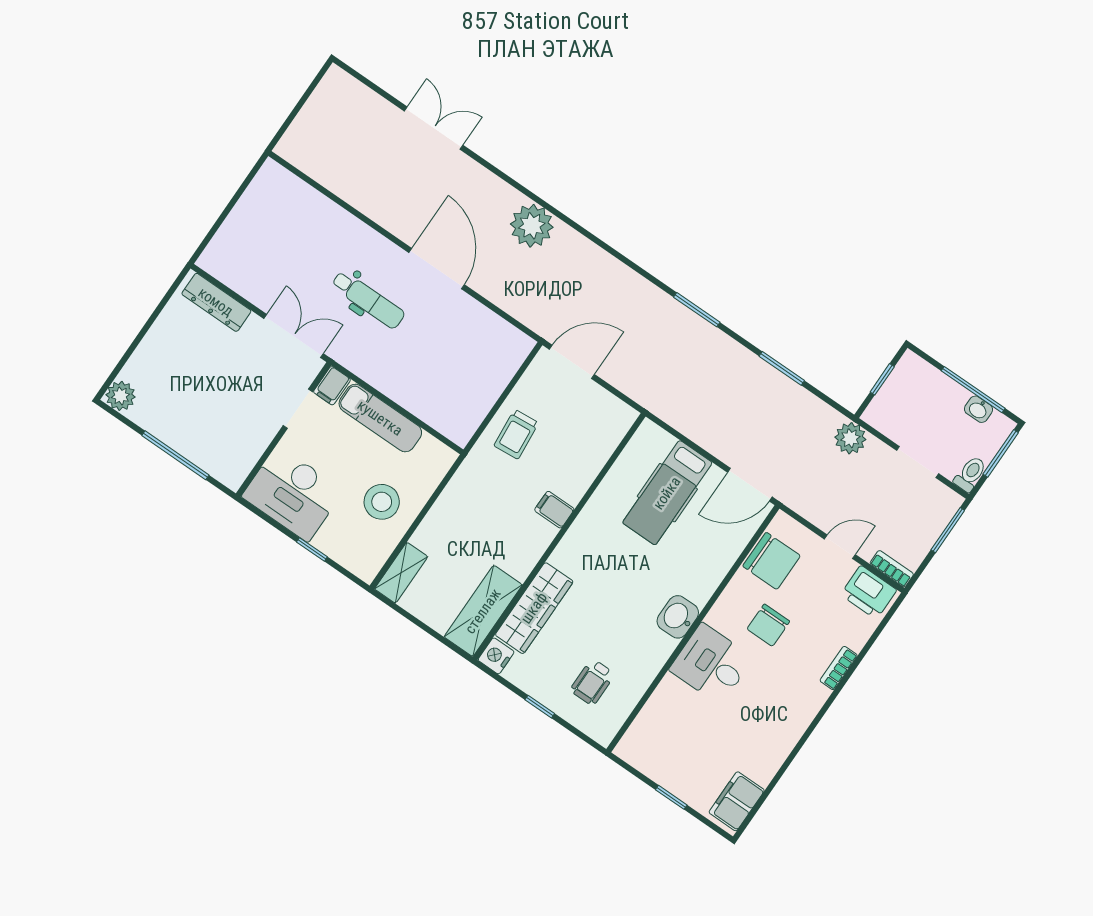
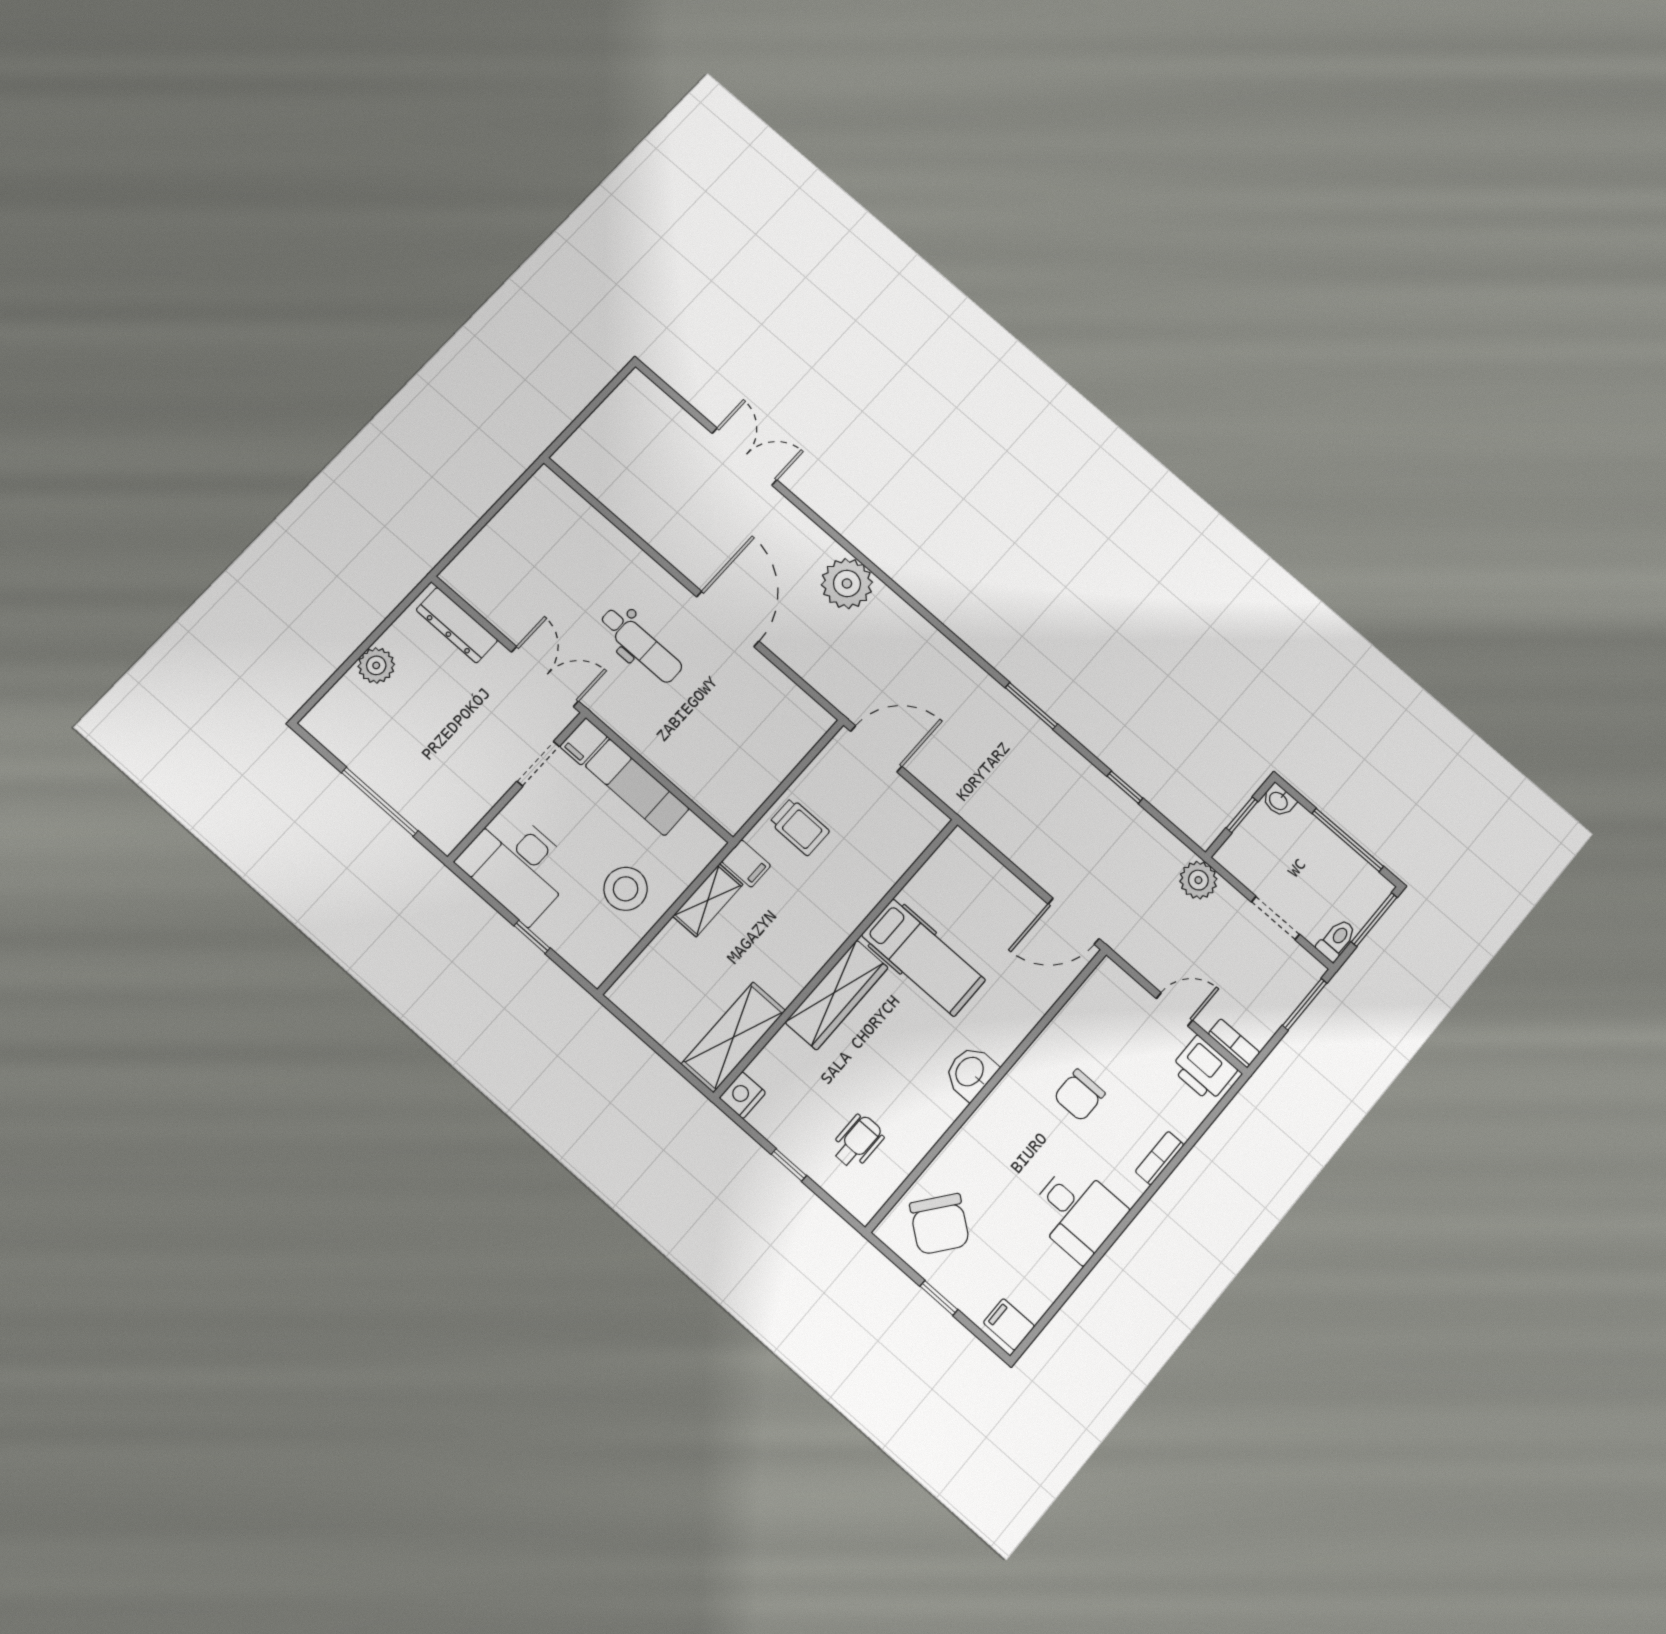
window: (782, 368) -> (1125, 787), width x0.67
plant: (121, 396) -> (376, 665), moved
washbasin: (978, 409) -> (1279, 800), moved
trolley: (516, 434) -> (799, 827), turned -85
hospital bed: (667, 493) -> (923, 958), moved, turned -90
filing cabinet: (554, 510) -> (746, 863), moved, turned 180
chair: (772, 561) -> (939, 1224), moved, turned 38
shelving: (401, 573) -> (708, 900), moved
wardrobe: (534, 608) -> (837, 995), moved
desk: (711, 664) -> (1077, 1212), moved, turned 180
wheelchair: (592, 682) -> (857, 1142), turned 180
filing cabinet: (737, 801) -> (1009, 1324), width x0.50

